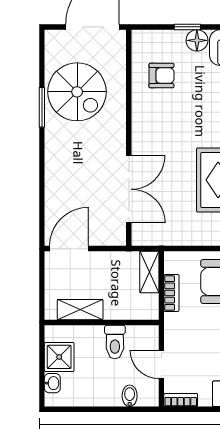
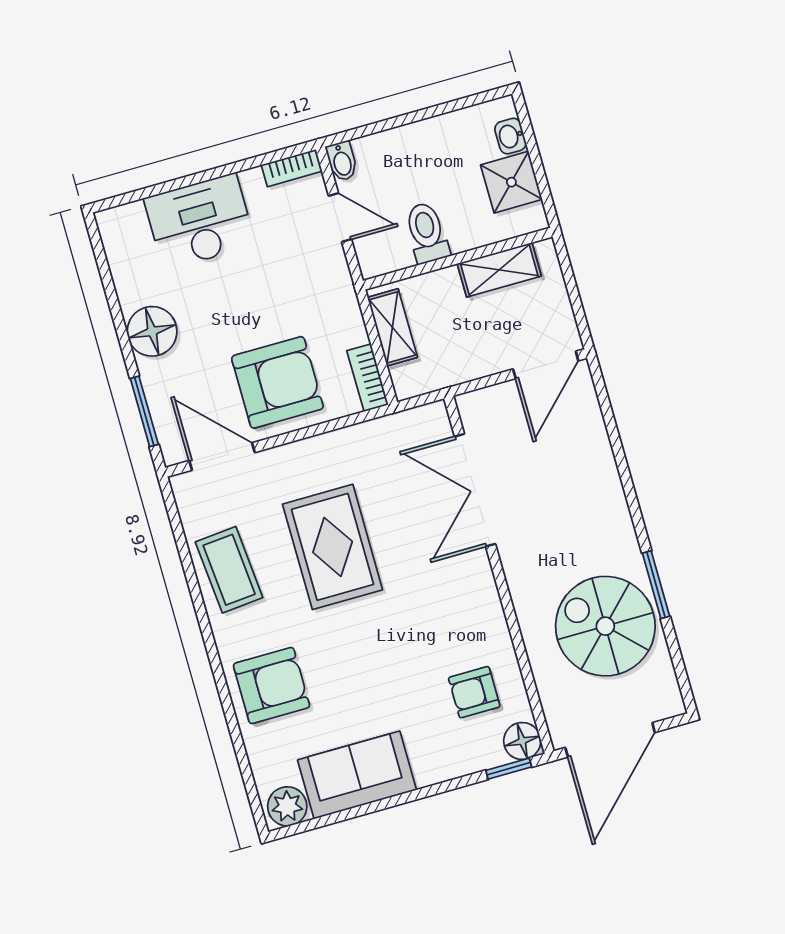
window: (187, 27) -> (509, 769), moved
floor lamp: (197, 40) -> (522, 741), moved
shelving: (149, 272) -> (392, 327), moved
bookcase: (171, 293) -> (368, 378), moved
bidet: (130, 396) -> (342, 161), moved

